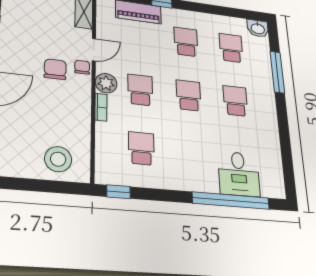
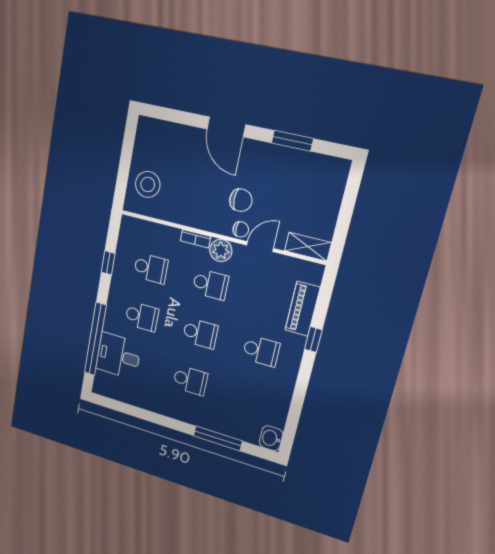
school desk: (231, 48) -> (142, 316), moved
door: (94, 50) -> (260, 247), swing flipped
window: (119, 192) -> (108, 263), moved

